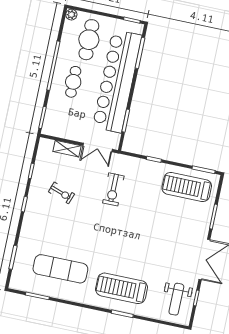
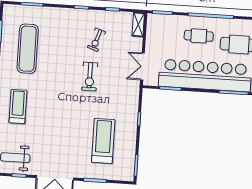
shelving: (67, 149) -> (138, 24), moved
treadmill: (187, 187) -> (103, 141), moved
exercise bike: (113, 189) -> (90, 77), moved, turned -90
treadmill: (122, 288) -> (18, 107), width x0.73, depth x0.73

